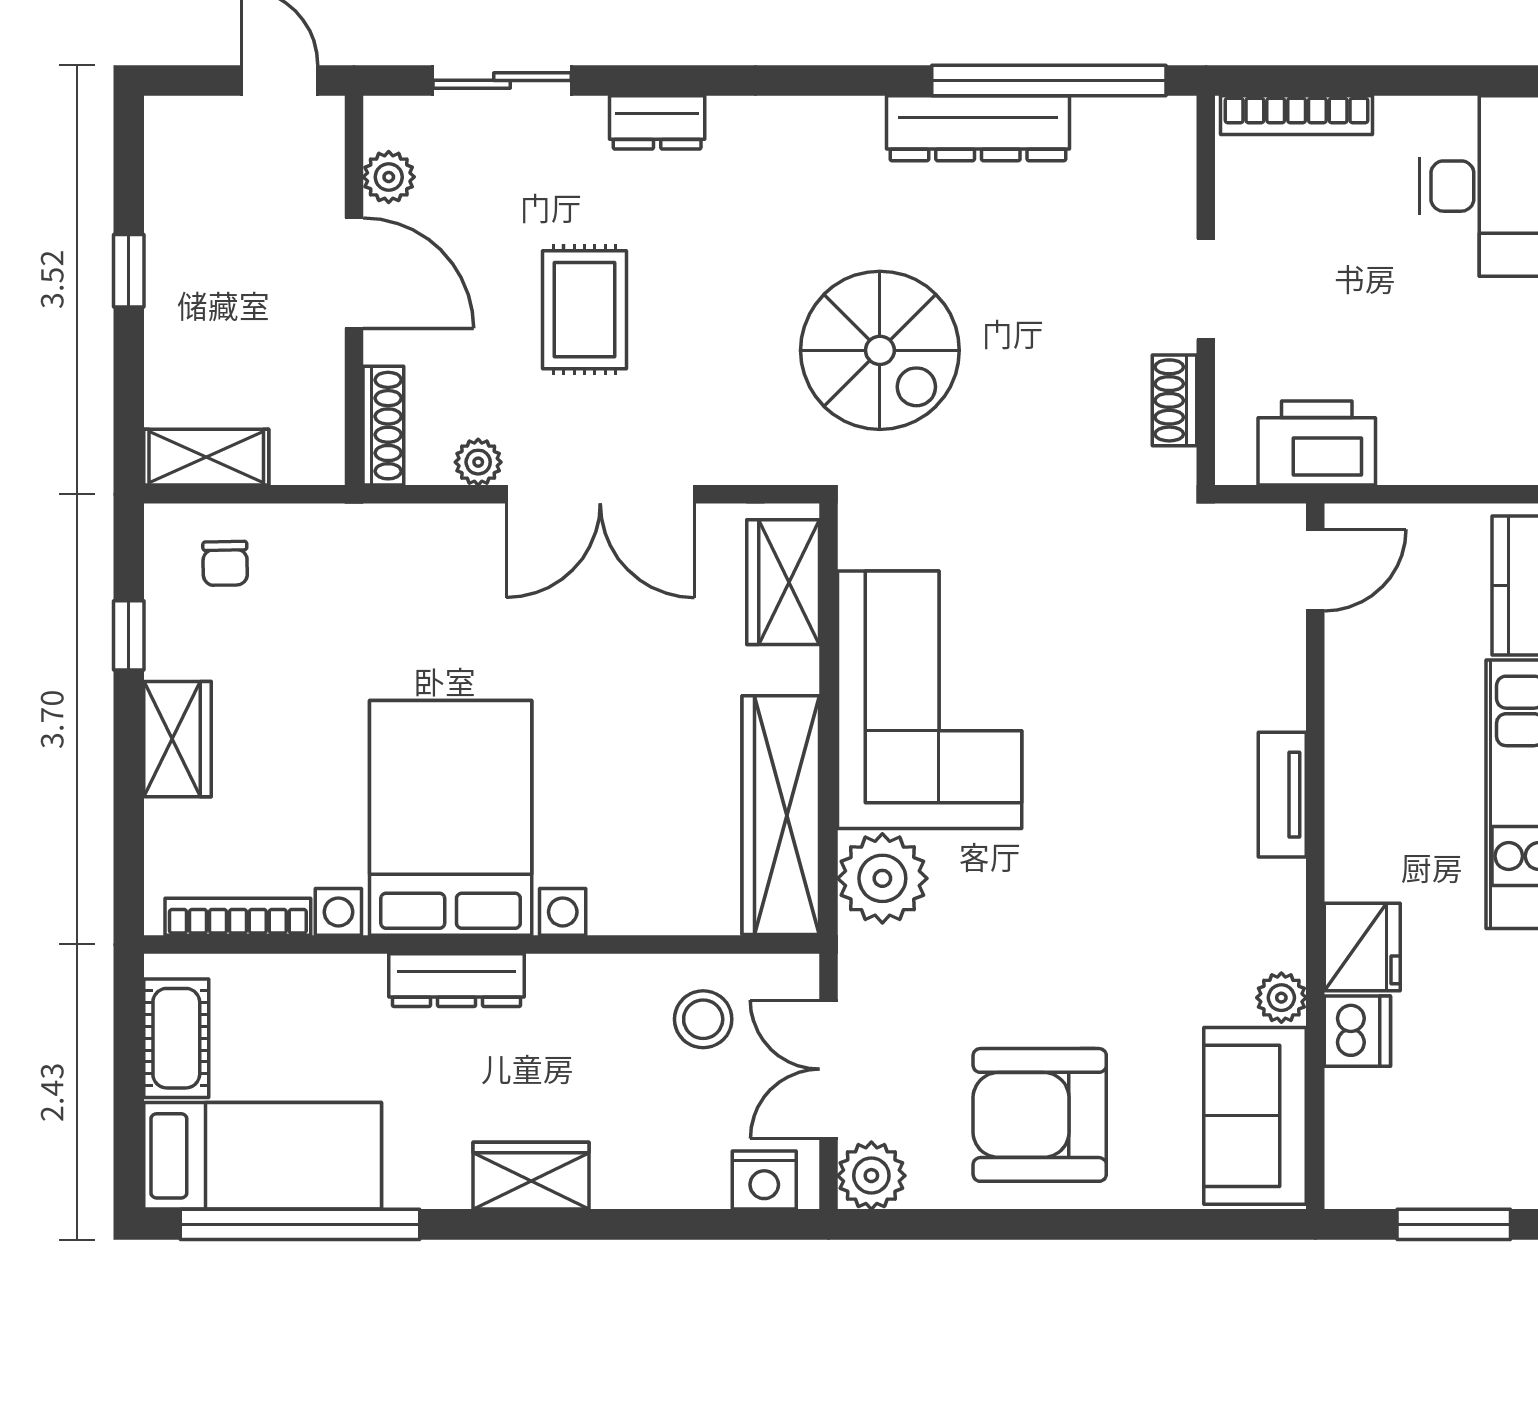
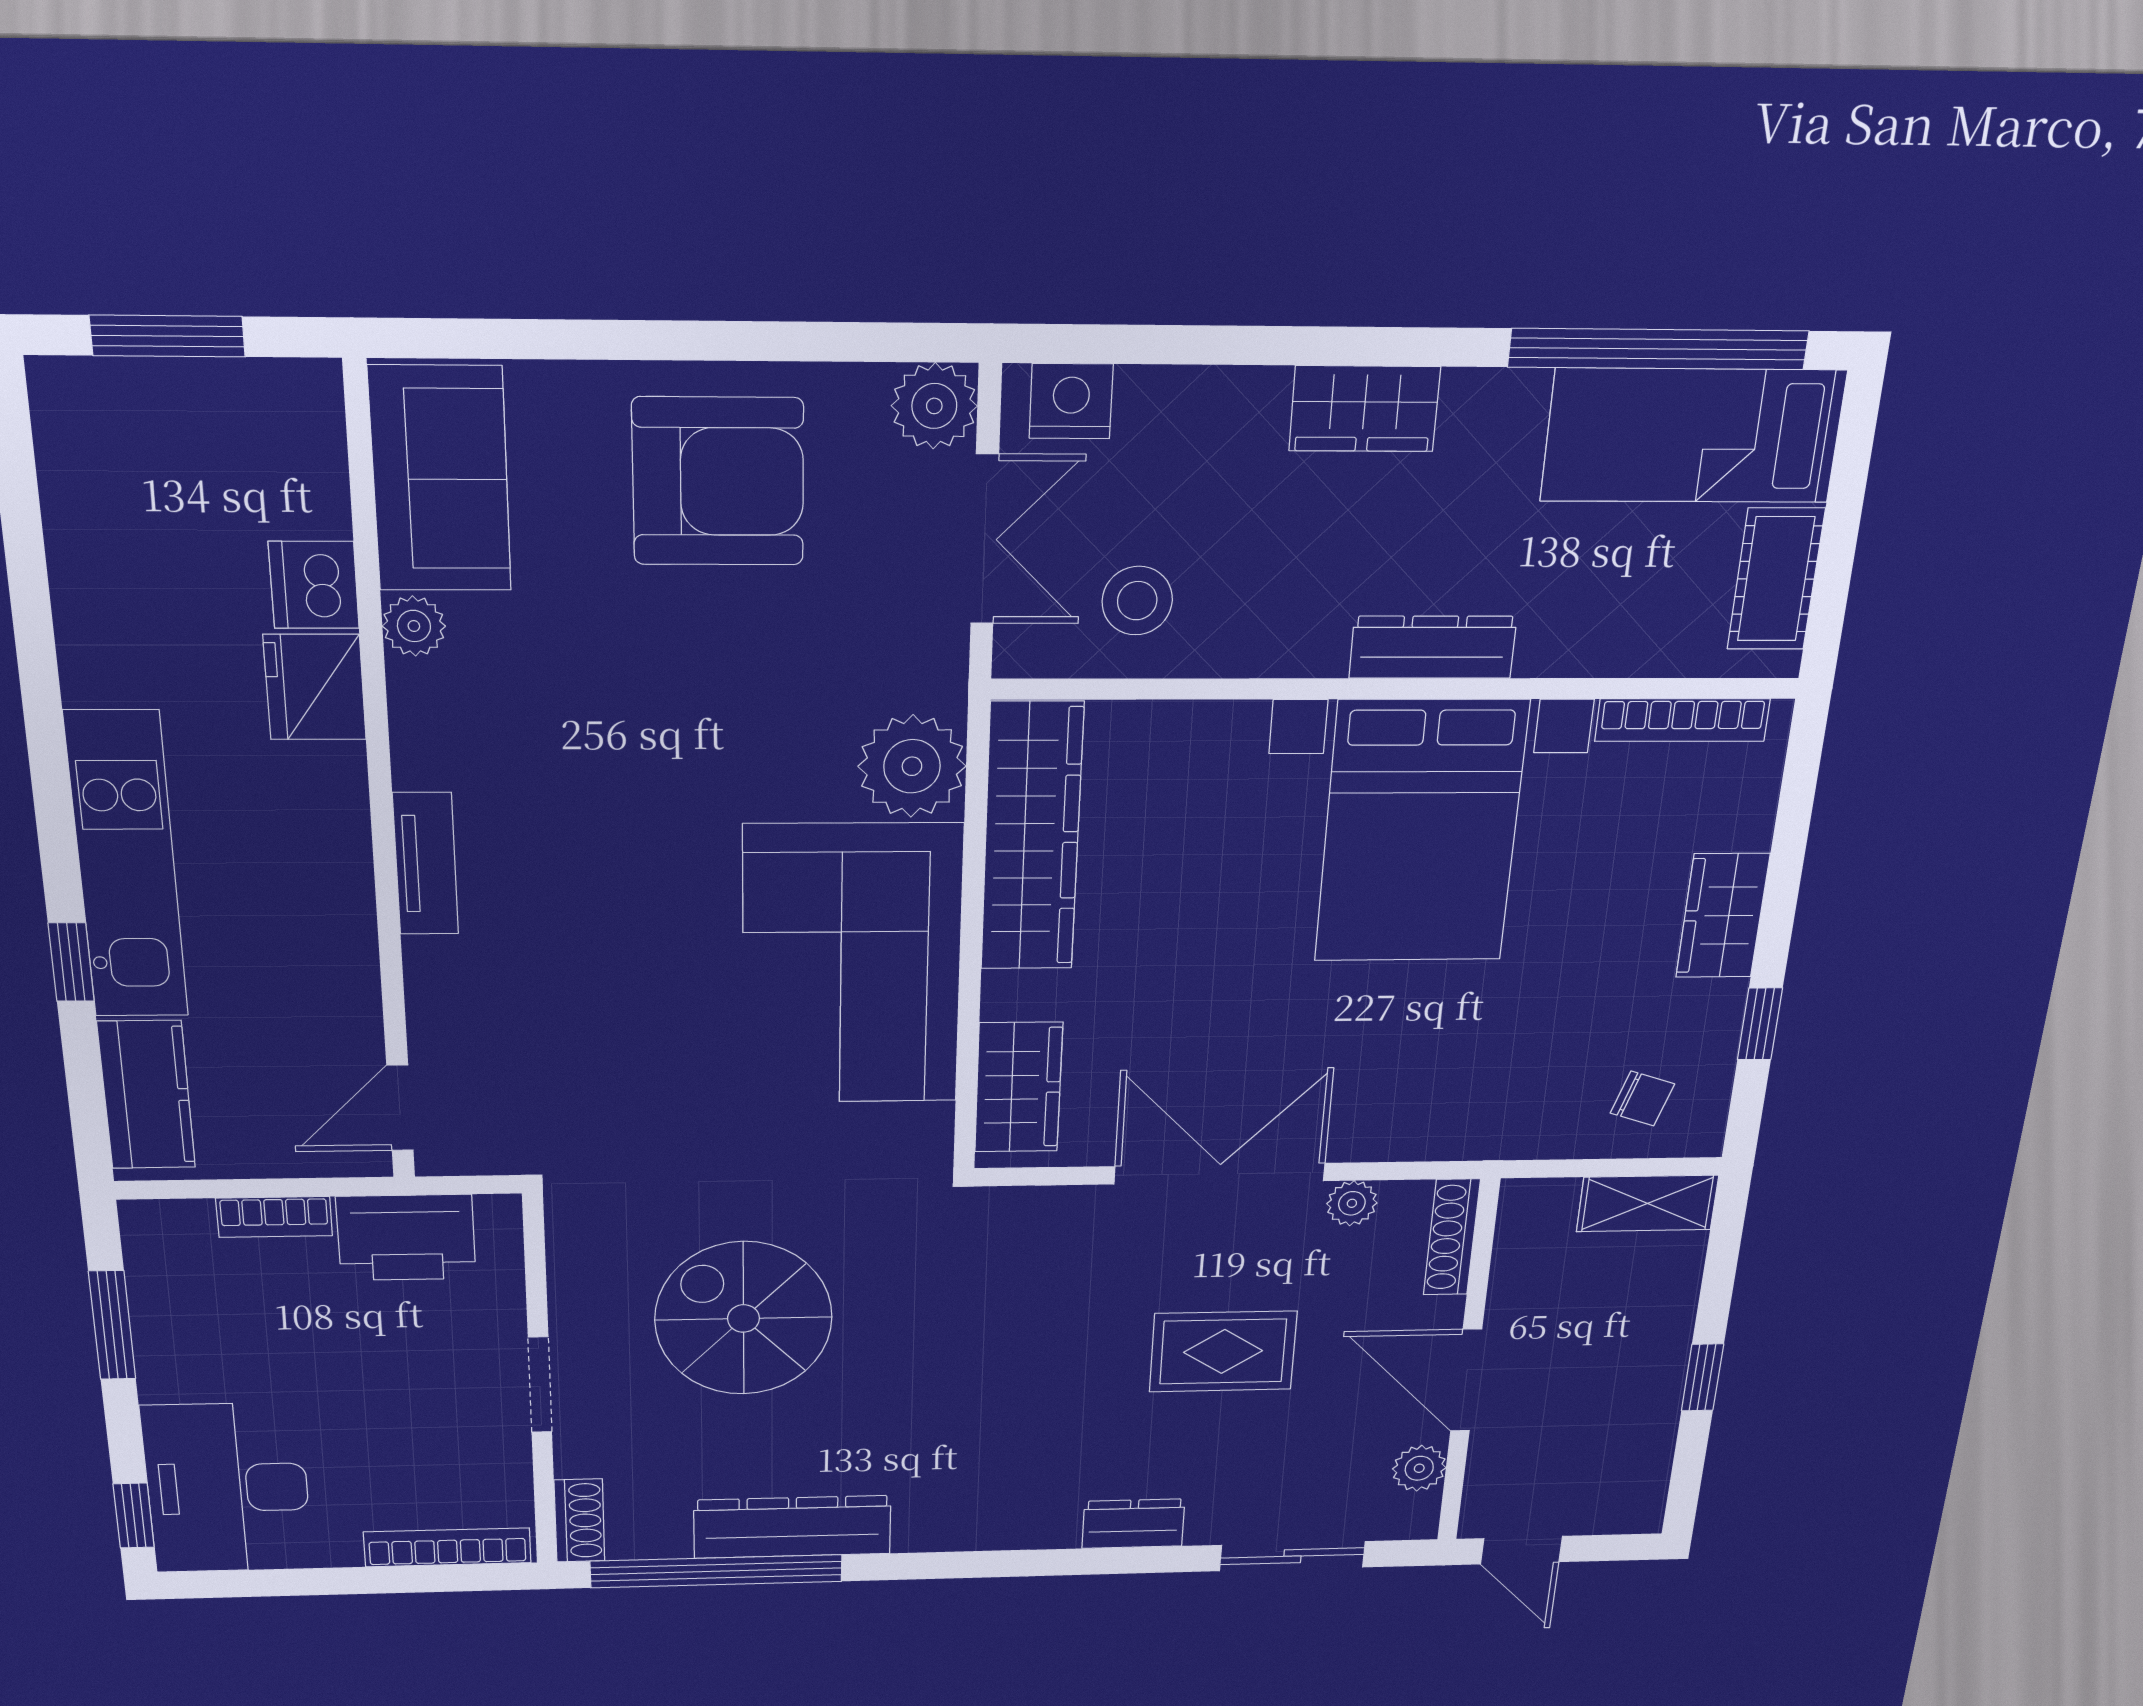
rug: (585, 310) -> (1223, 1351), turned 90
spiral stairs: (880, 350) -> (743, 1318), moved
shoe rack: (1175, 400) -> (579, 1521), moved
bookcase: (1429, 466) -> (274, 1217), added
chair: (225, 563) -> (1642, 1098), turned 109

